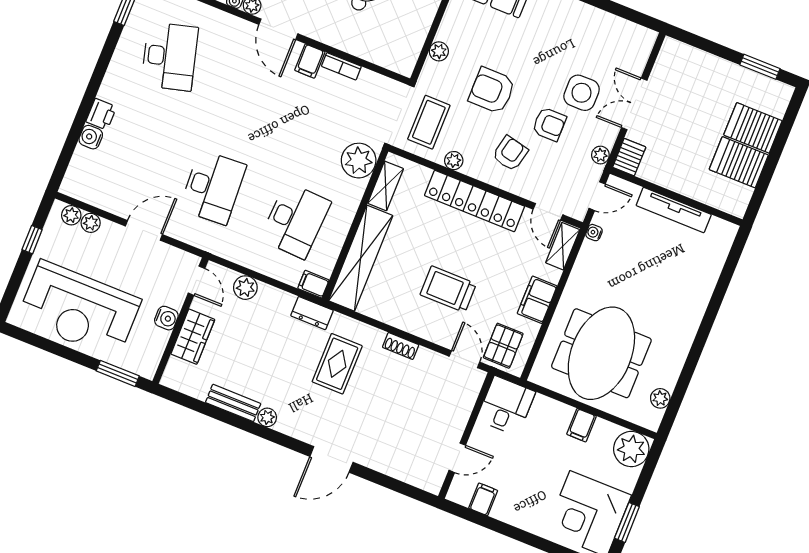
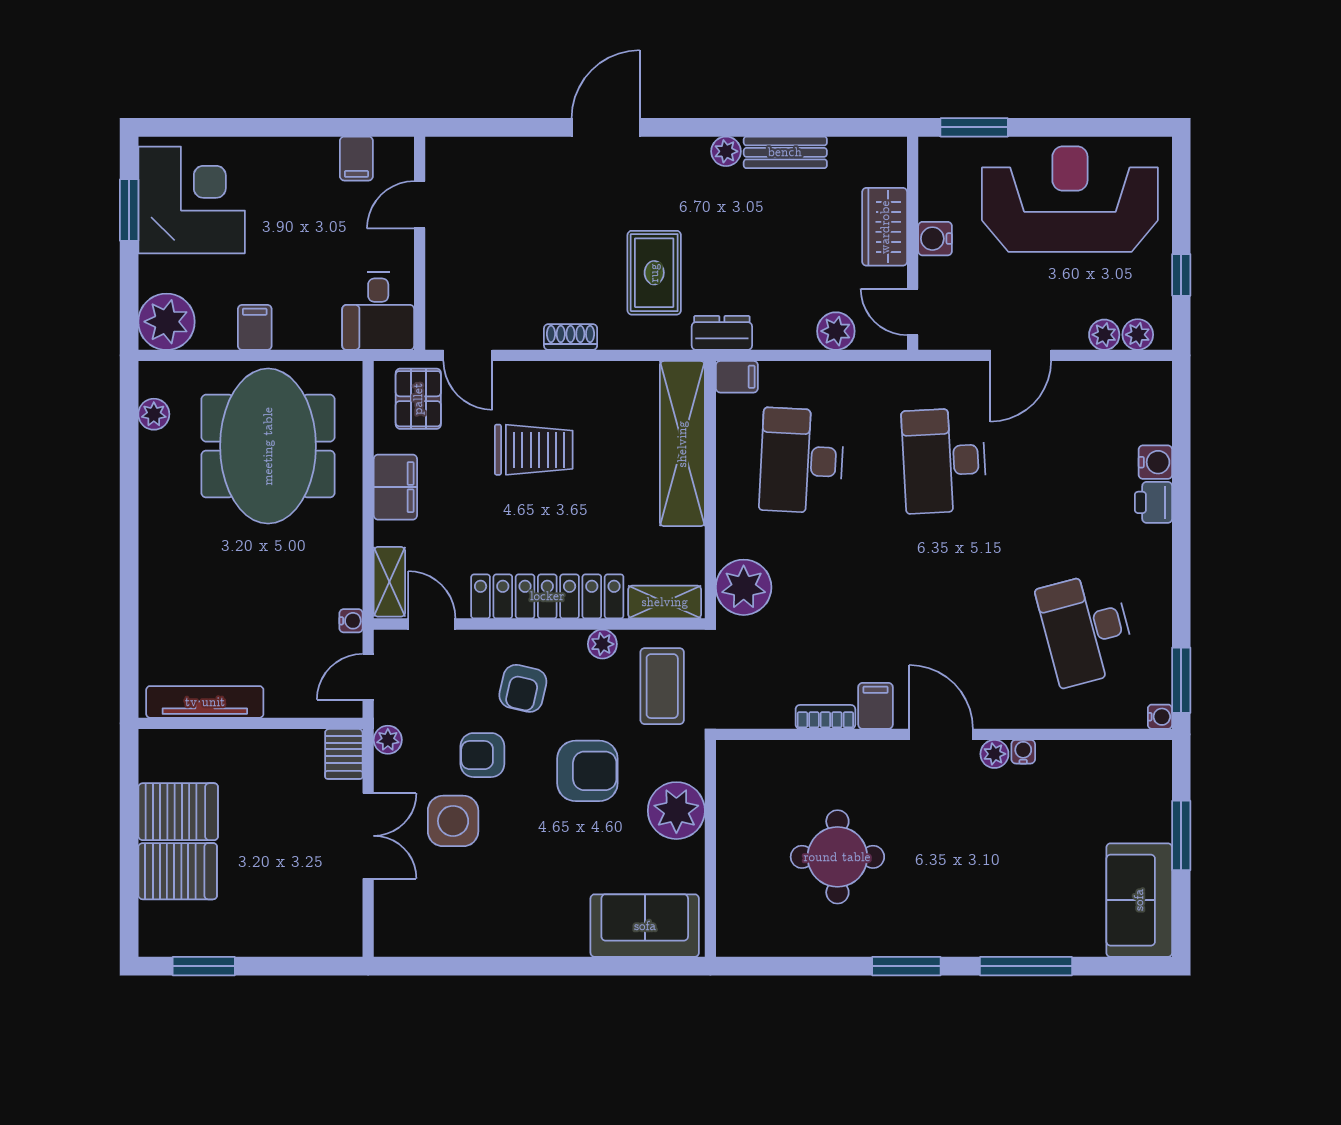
plant: (439, 51) -> (676, 811), width x1.88, depth x1.88
shelving: (386, 186) -> (665, 602), moved, turned 90
tv unit: (674, 210) -> (205, 702), moved

